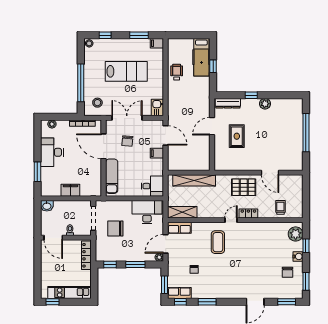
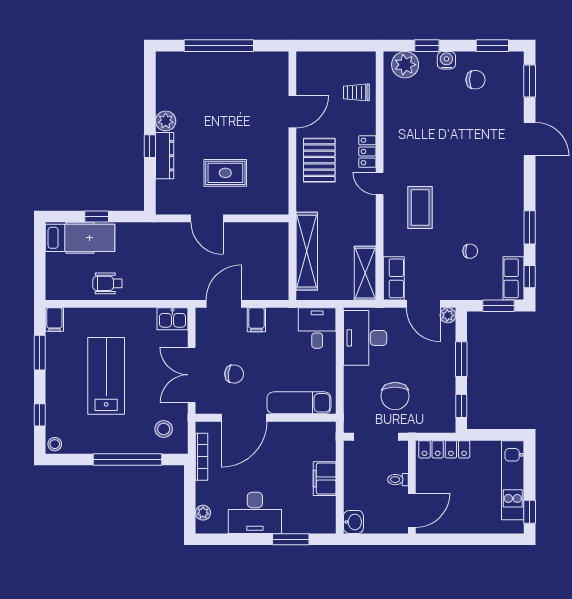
dresser: (228, 103) -> (165, 156), moved
coffee table: (218, 242) -> (420, 208), turned 90

